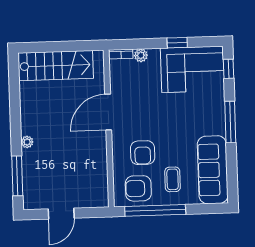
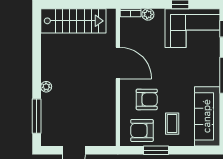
door: (108, 112) -> (118, 63), swing flipped
armchair: (143, 153) -> (147, 99), turned -90
window: (155, 210) -> (156, 150), width x0.47

